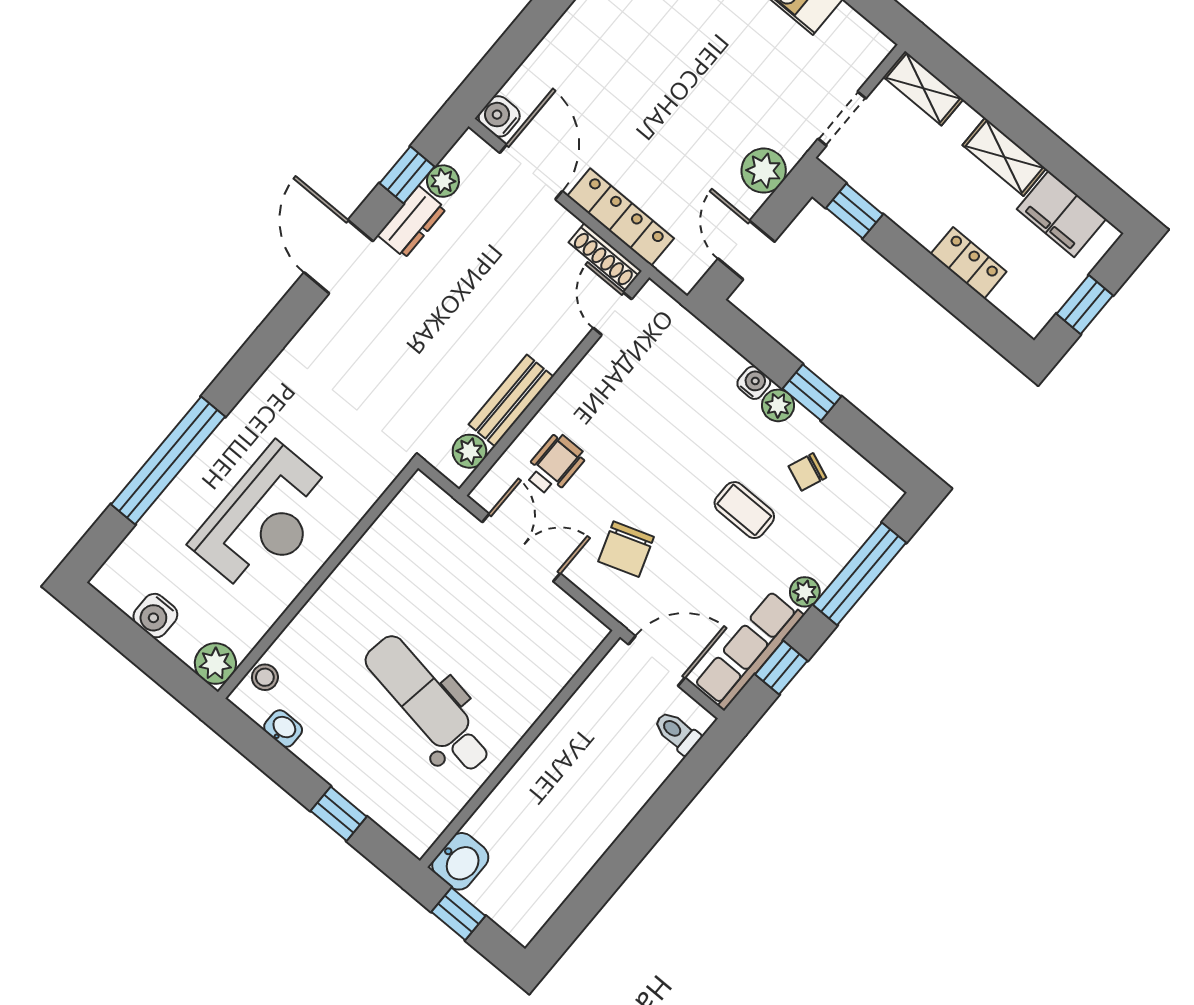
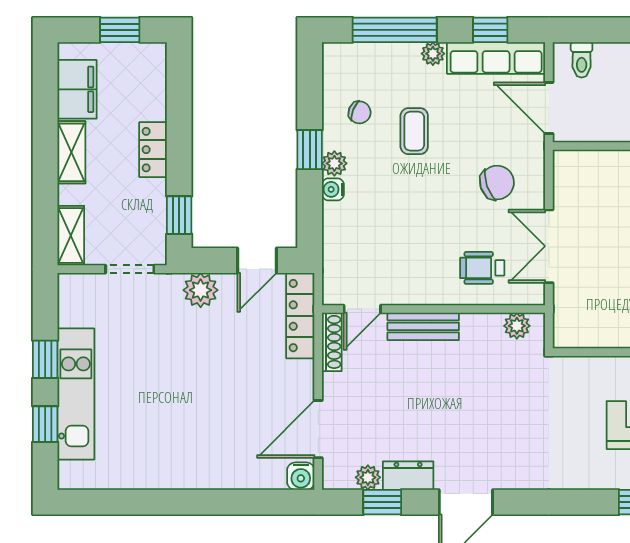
locker: (621, 217) -> (300, 316), moved
locker: (969, 263) -> (153, 150), moved
bench: (511, 400) -> (423, 326), moved

